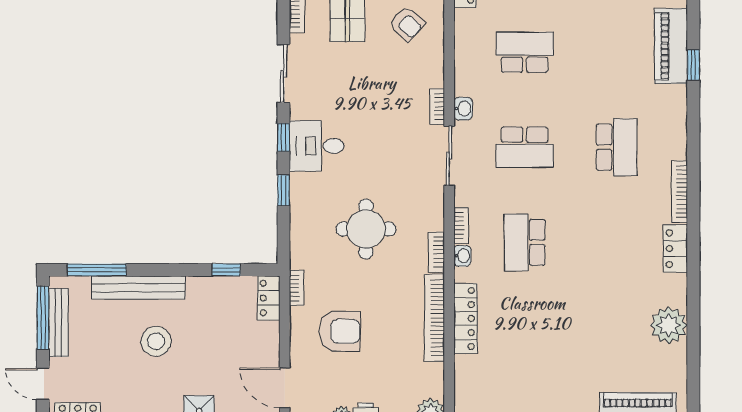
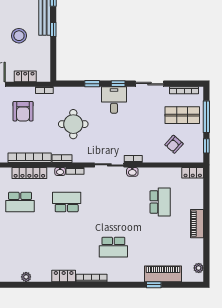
school desk: (525, 147) -> (20, 202), moved, turned -90
window: (226, 270) -> (53, 30), moved
locker: (269, 298) -> (25, 76), moved
plant: (669, 325) -> (26, 277), width x0.53, depth x0.53
stool: (156, 341) -> (19, 36), moved

